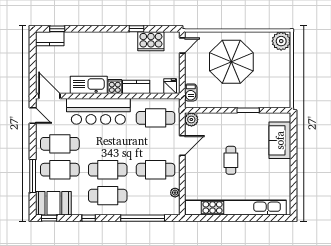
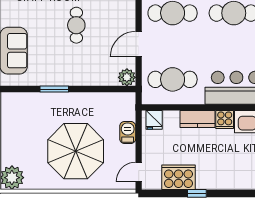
barbecue: (191, 92) -> (128, 133), moved

